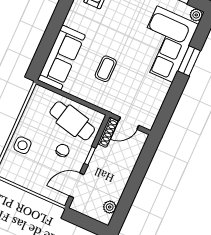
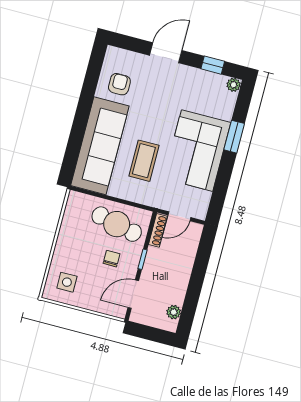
corner sofa: (165, 44) -> (197, 151), moved
sofa: (61, 58) -> (100, 146), width x1.36, depth x1.27
coffee table: (106, 69) -> (144, 161), width x1.36, depth x1.30
side table: (22, 145) -> (67, 282), moved

